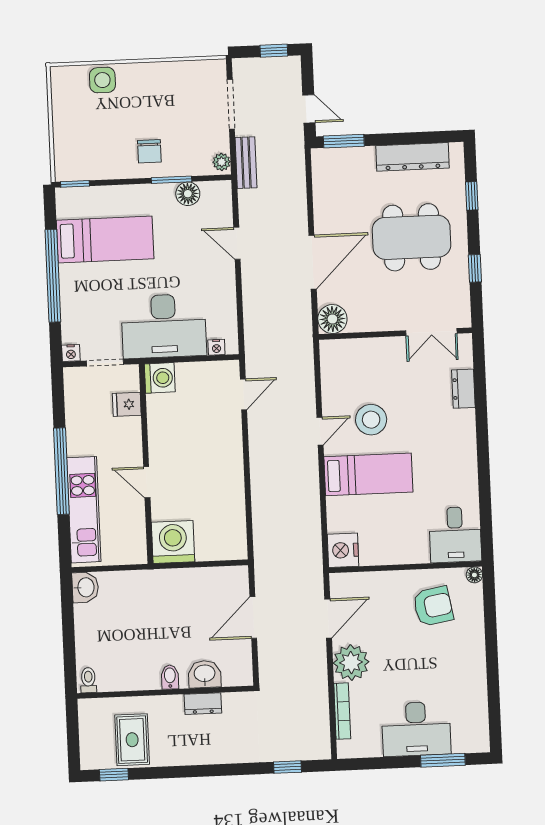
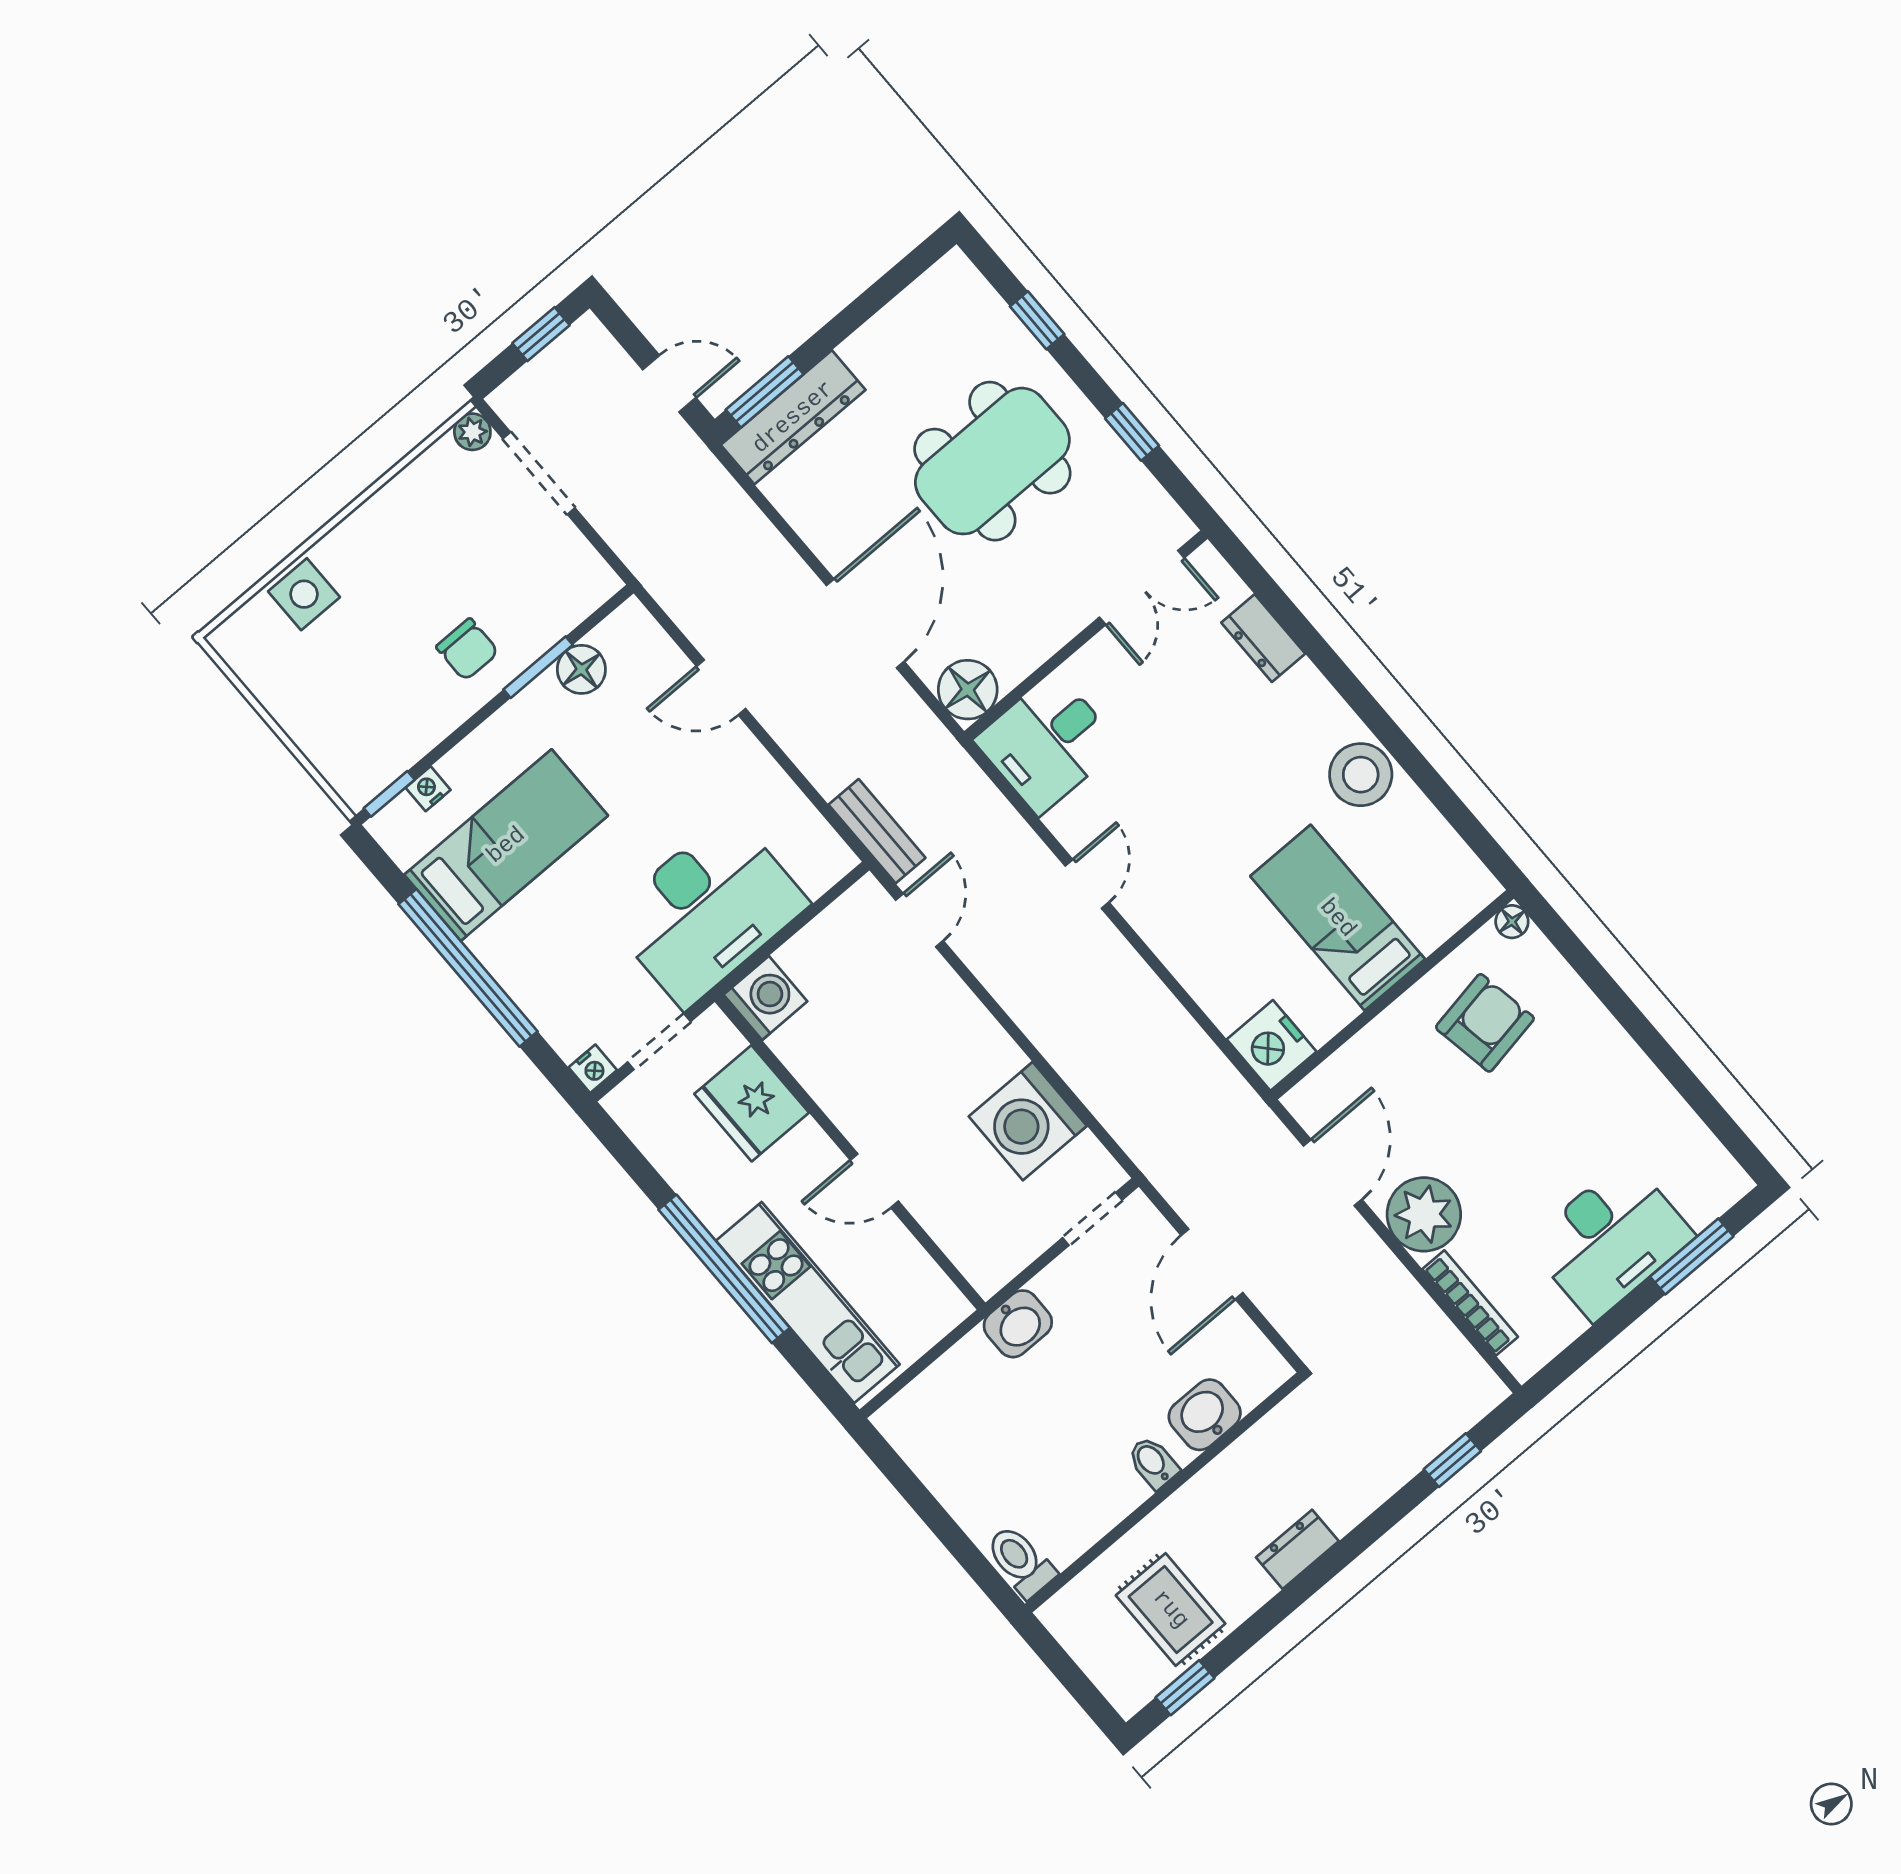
dresser: (412, 157) -> (793, 417), moved
plant: (222, 162) -> (472, 432), moved
bench: (246, 163) -> (877, 831), moved
nightstand: (216, 347) -> (428, 789), moved, turned 180
fridge: (127, 404) -> (752, 1103), width x1.88, depth x1.34
stool: (371, 420) -> (1361, 775), moved
bed: (368, 474) -> (1338, 918), moved, turned -90
desk: (455, 535) -> (1047, 743), moved, turned 90
washing machine: (173, 542) -> (1028, 1121), moved, turned -90
doorway: (220, 563) -> (1092, 1219), added
washbasin: (85, 587) -> (1018, 1324), moved, turned 90
toilet: (88, 680) -> (1020, 1561), width x1.37, depth x1.39
dresser: (203, 704) -> (1297, 1549), moved, turned 180

